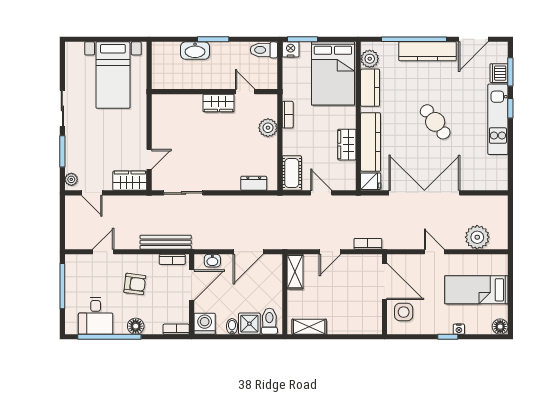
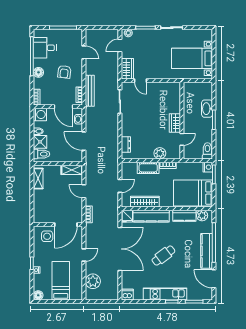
dishwasher: (499, 73) -> (127, 295), moved
wardrobe: (347, 145) -> (145, 202), width x1.50
cot: (292, 173) -> (148, 168), moved

